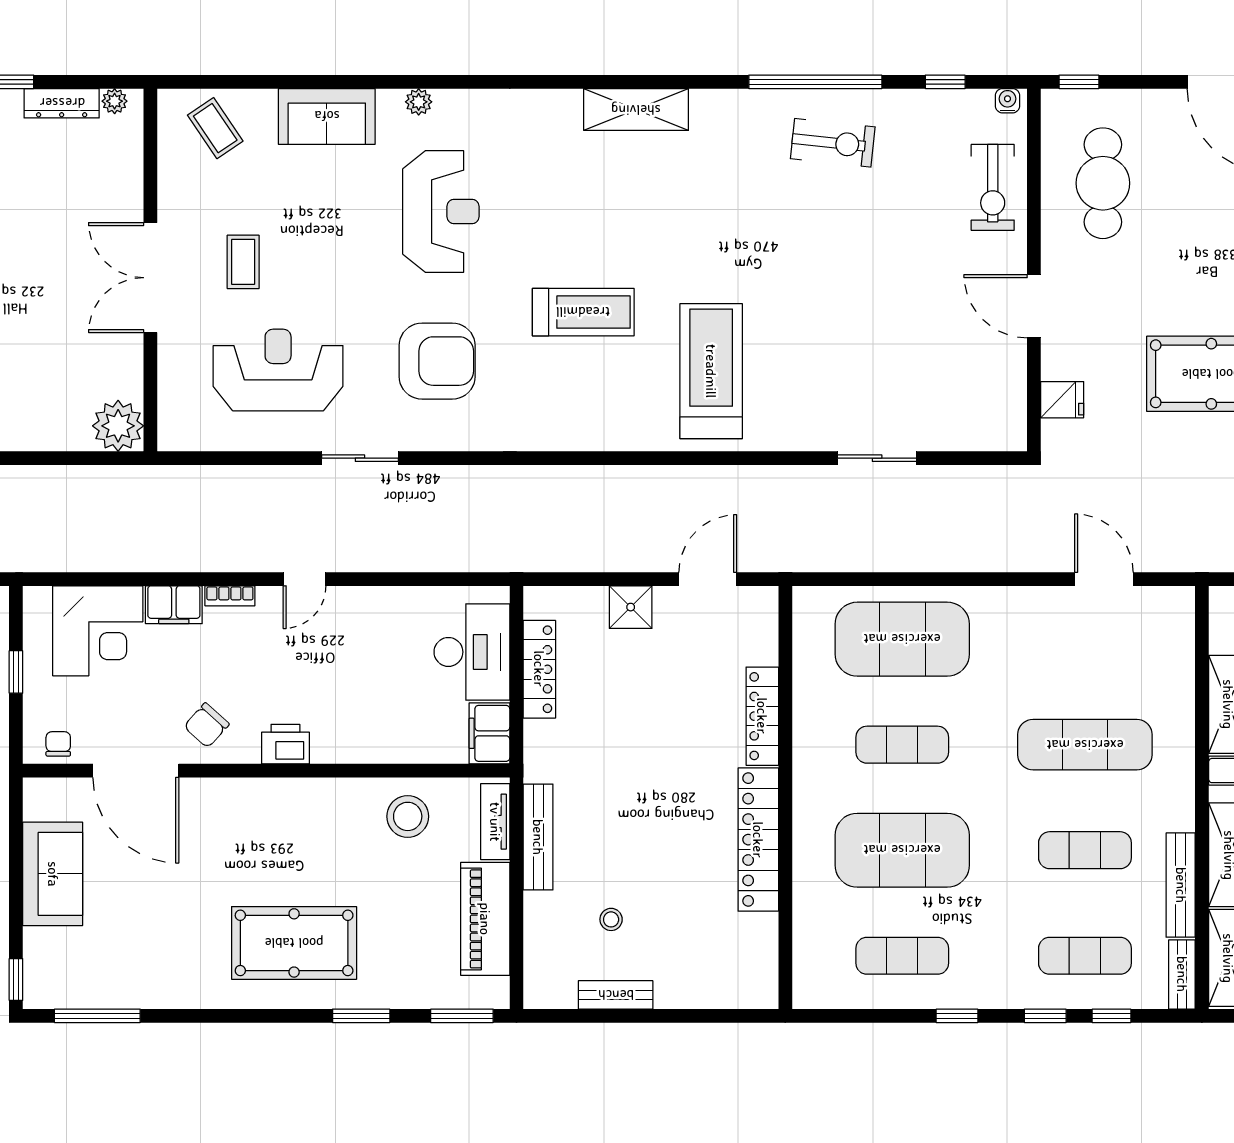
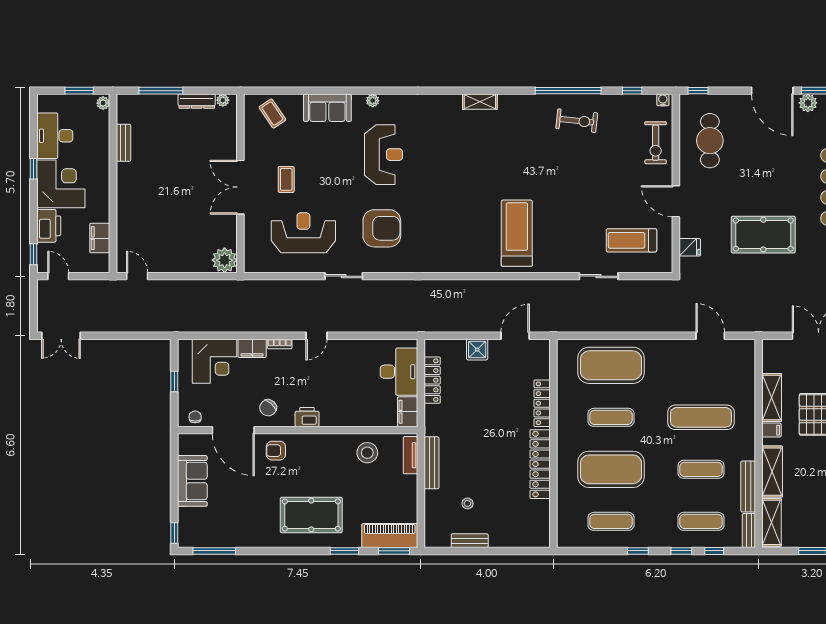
shelving: (636, 110) -> (480, 102), width x0.67, depth x0.75
treadmill: (583, 312) -> (631, 240), moved, turned 180
armchair: (222, 812) -> (276, 451), added
piano: (485, 919) -> (390, 536), moved, turned 90

